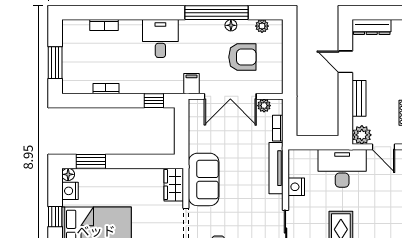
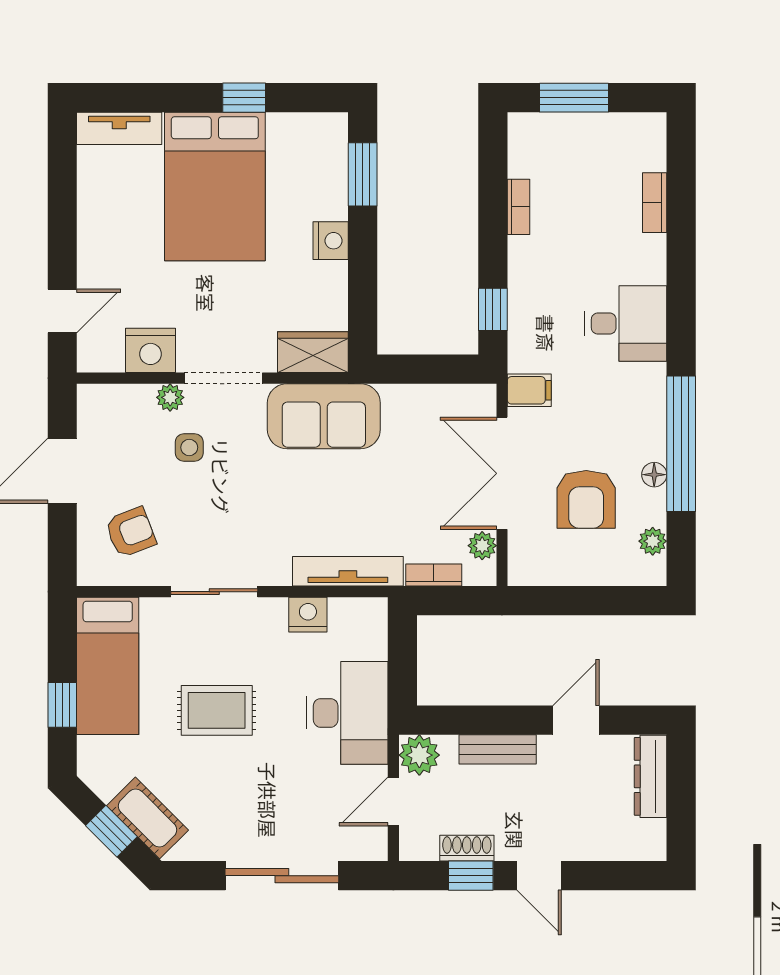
floor lamp: (68, 174) -> (335, 126), removed
nightstand: (70, 191) -> (331, 241), moved, turned 90

